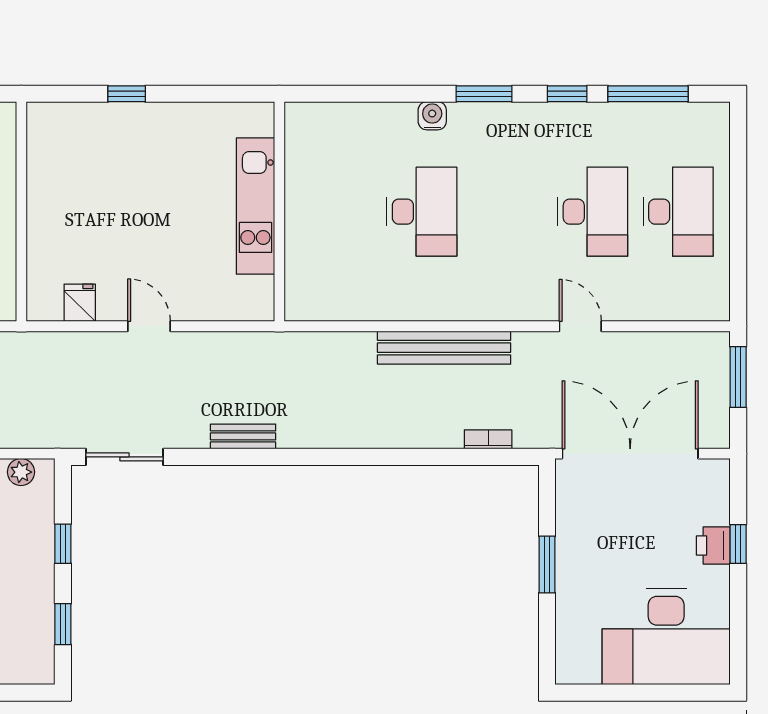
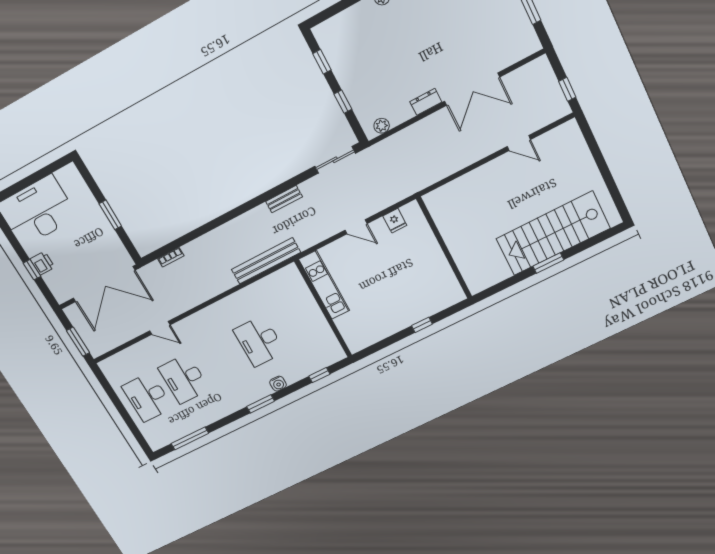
window: (567, 94) -> (319, 375), moved
kitchen unit: (255, 206) -> (324, 285), moved
bench: (444, 348) -> (266, 261), moved

